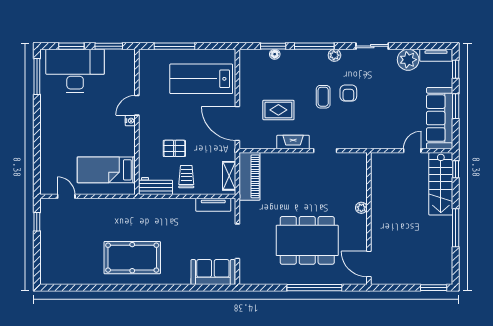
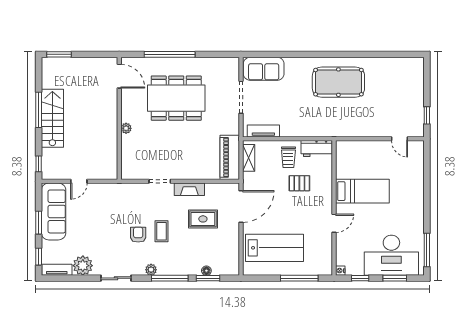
window: (109, 46) -> (360, 278), width x0.67
nightstand: (130, 121) -> (340, 271), moved
door: (237, 123) -> (241, 206), hinge flipped
bed: (106, 170) -> (362, 191), moved
stairs: (441, 184) -> (52, 118), moved

